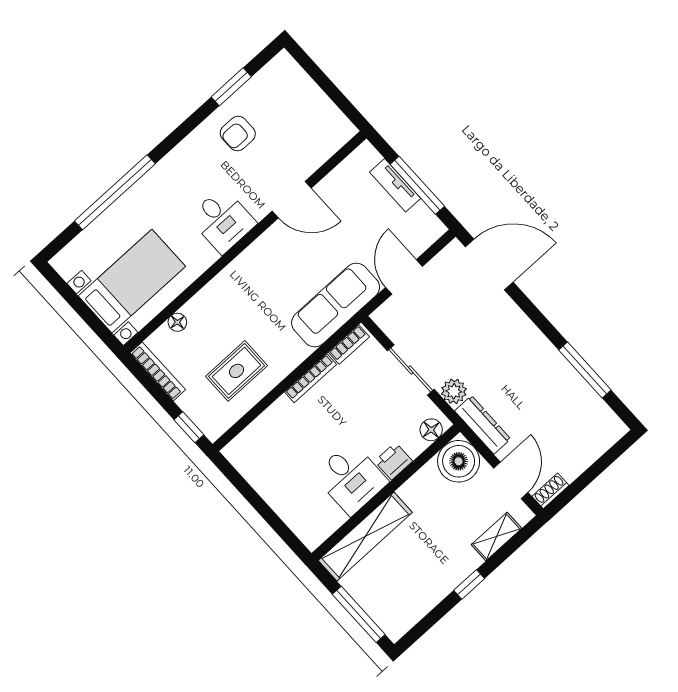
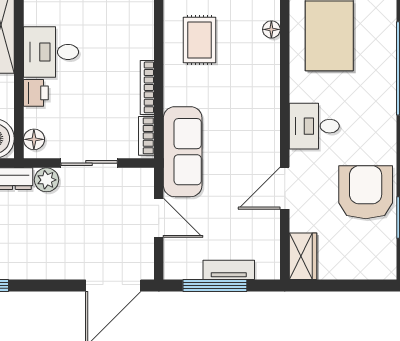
armchair: (238, 134) -> (366, 192), width x1.88, depth x1.88
wardrobe: (332, 137) -> (303, 256), added

